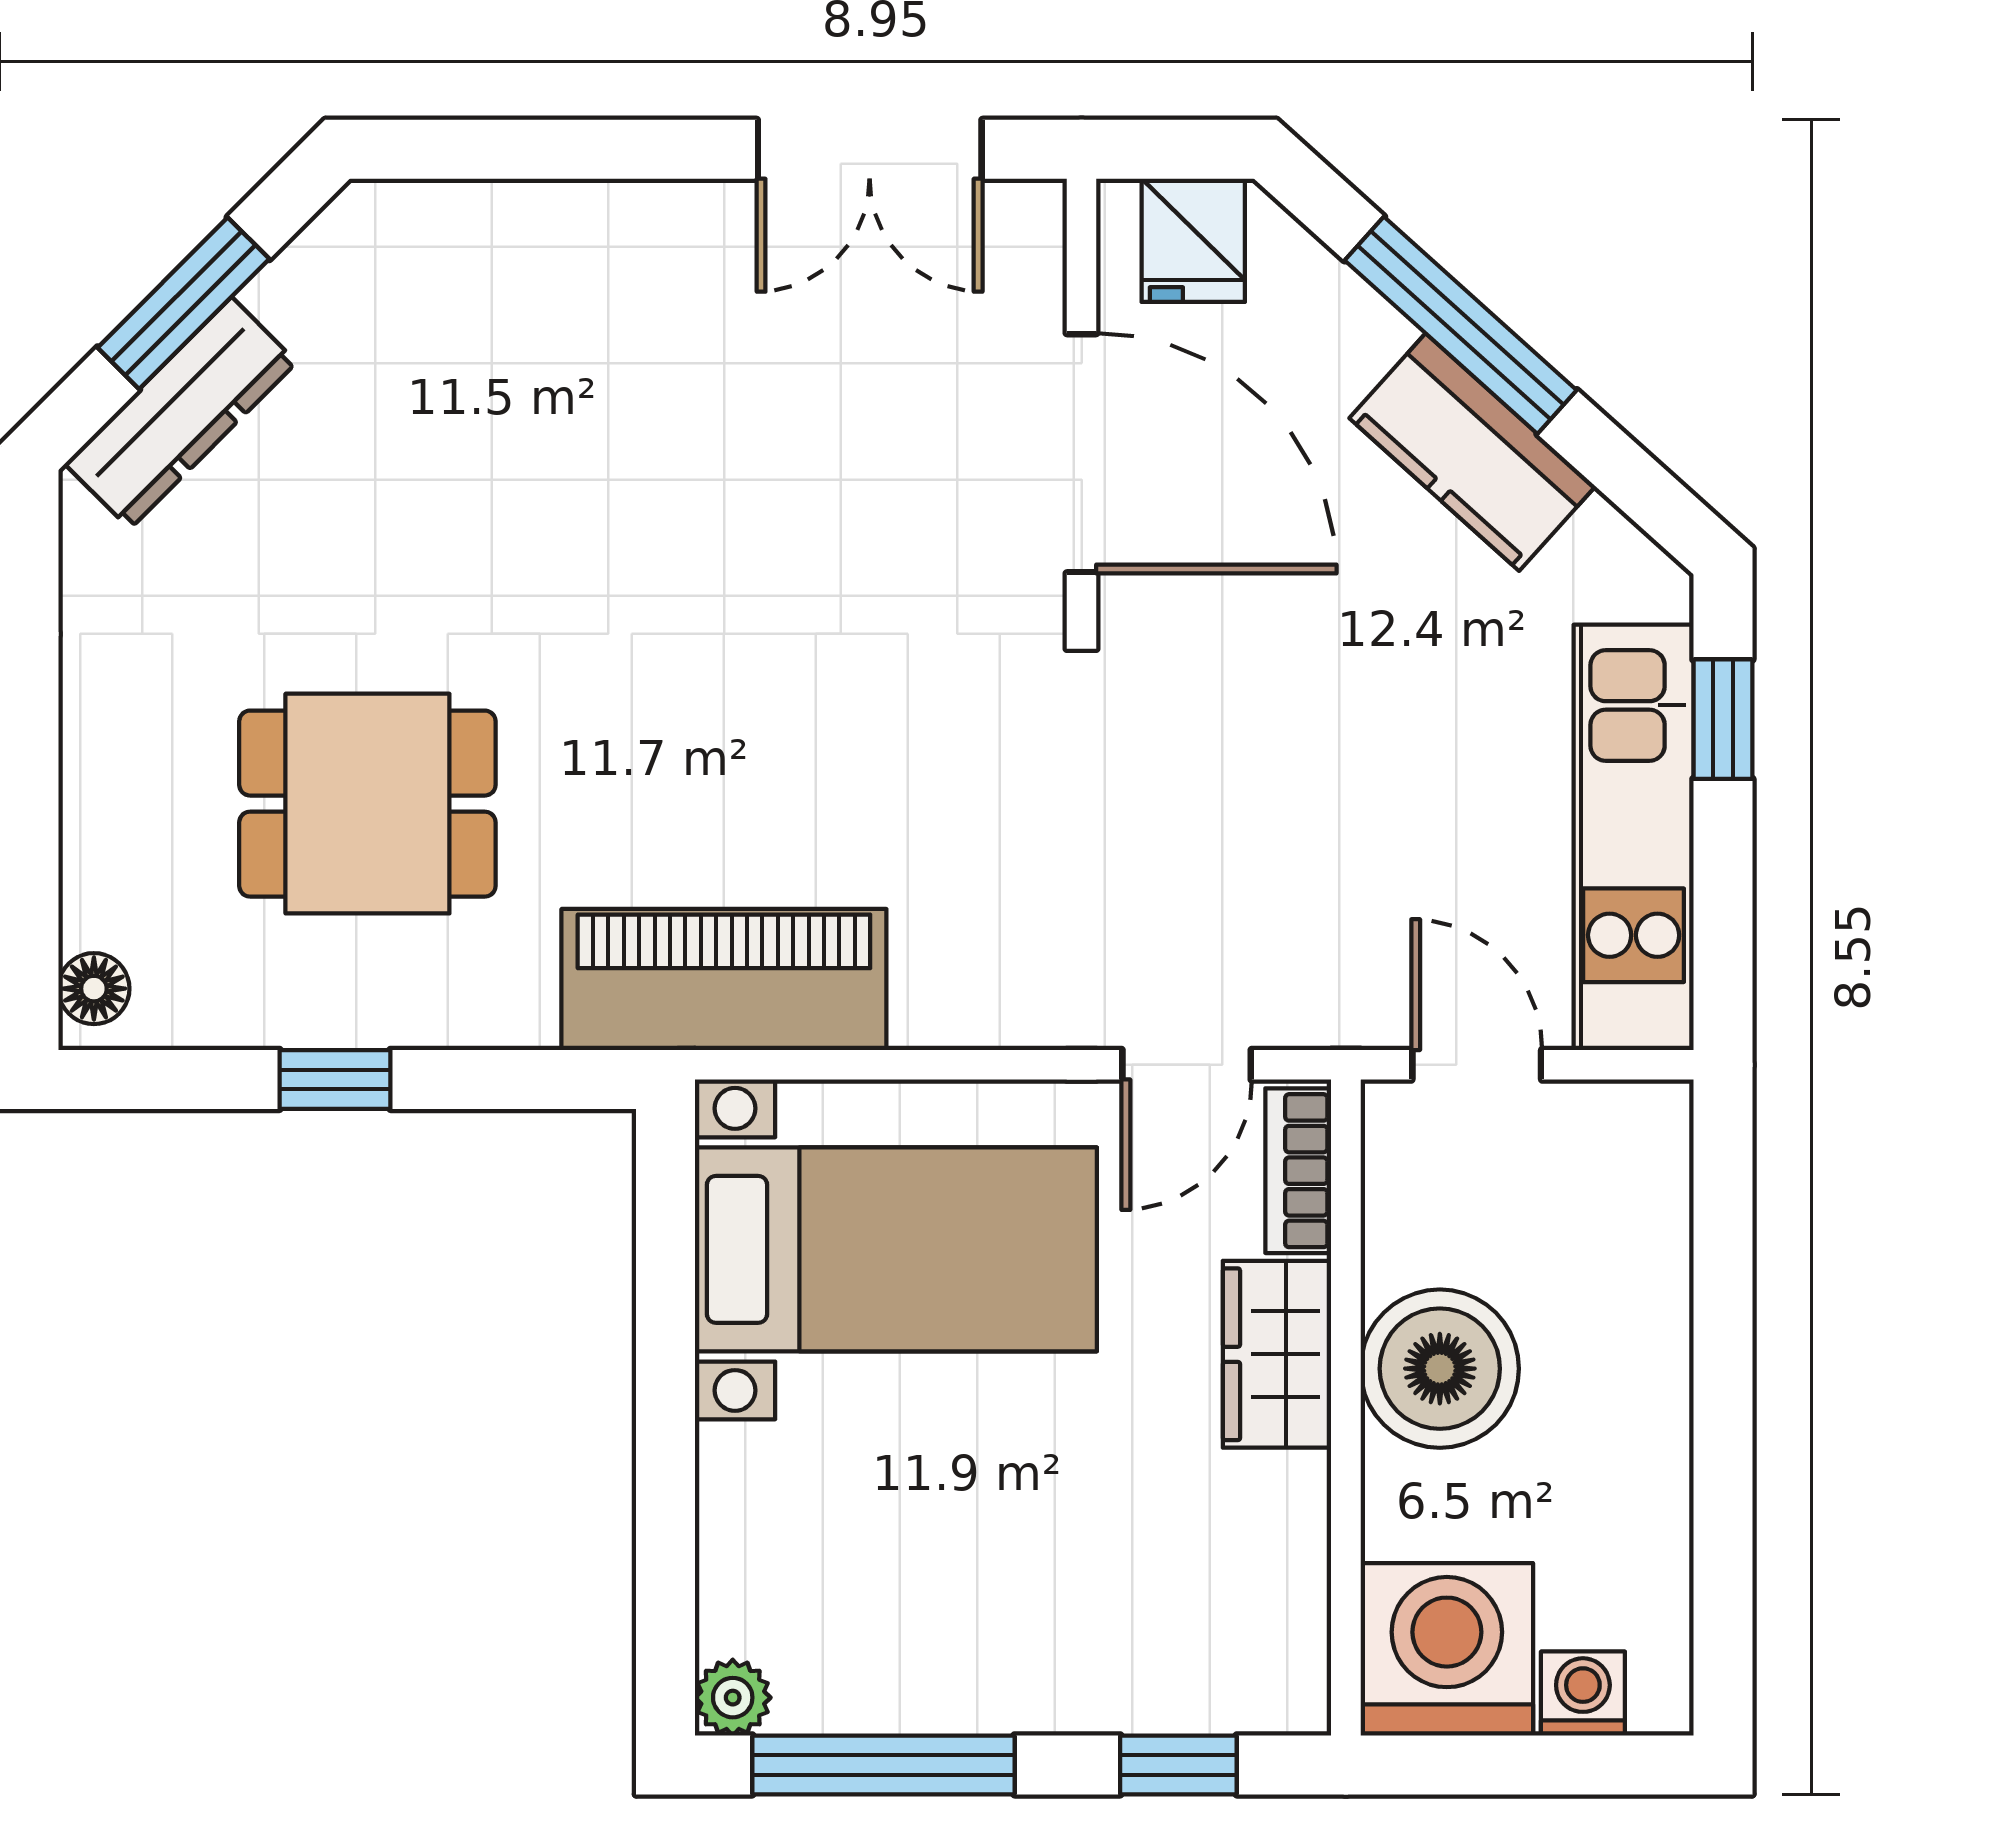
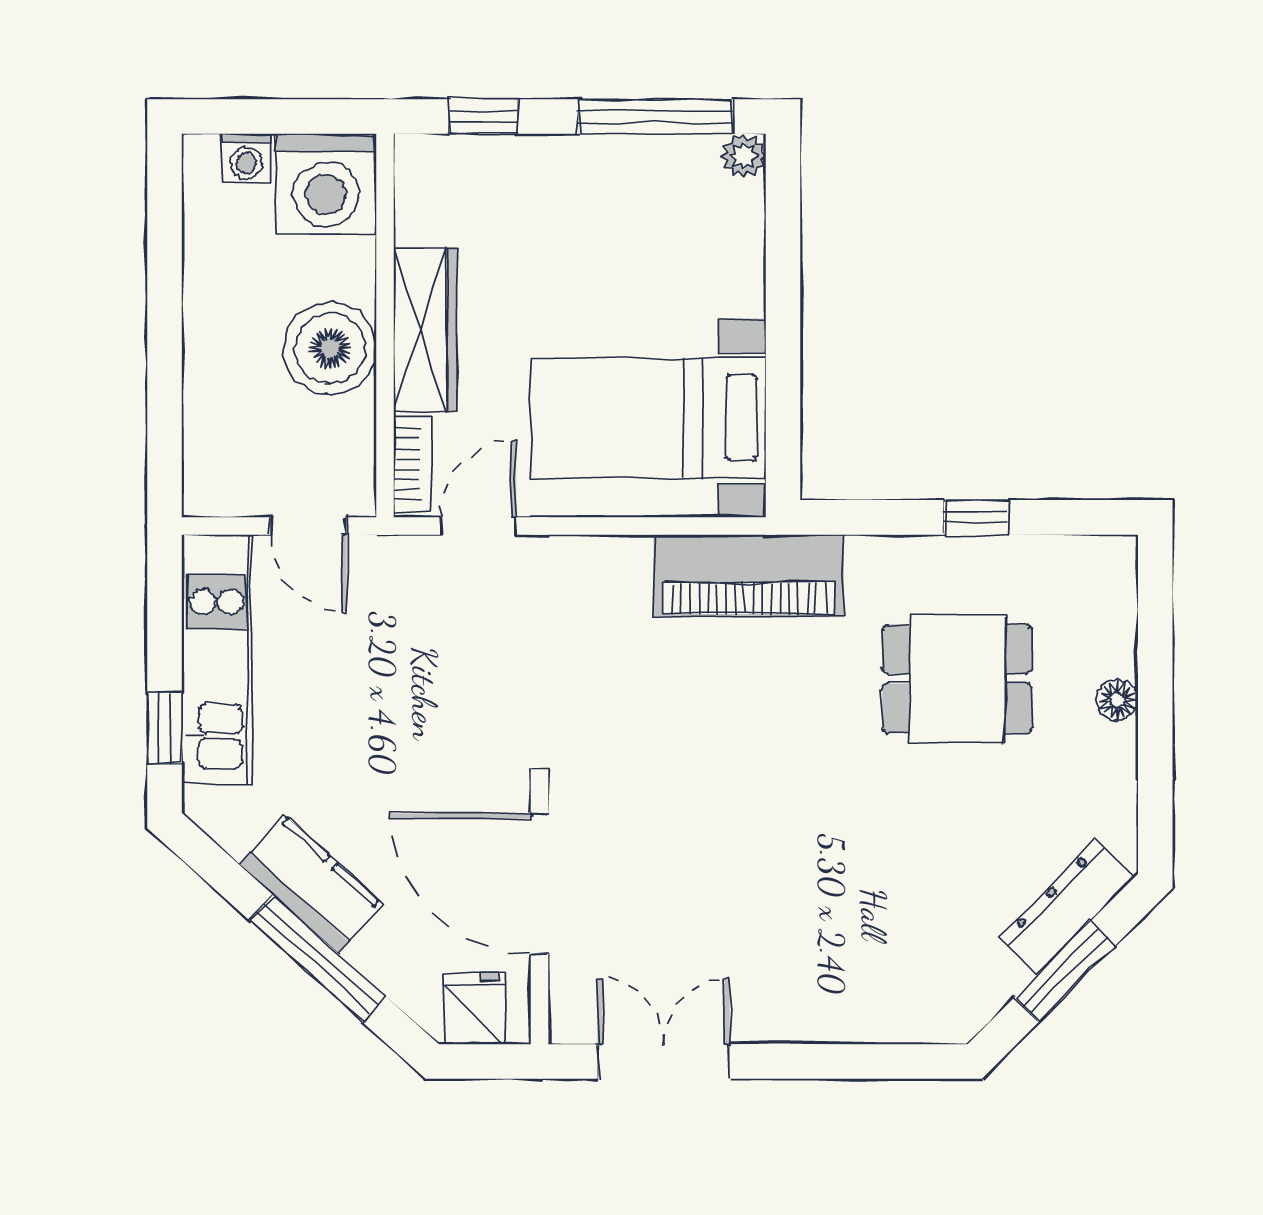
floor lamp: (94, 989) -> (1117, 700), moved
wardrobe: (1277, 1354) -> (425, 329), width x1.50

